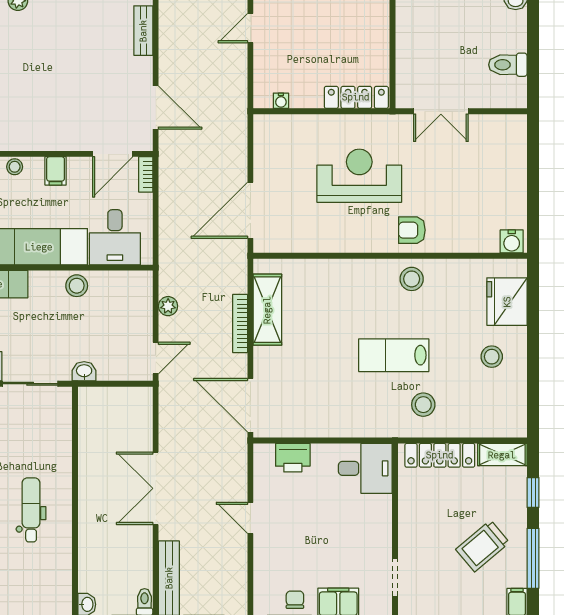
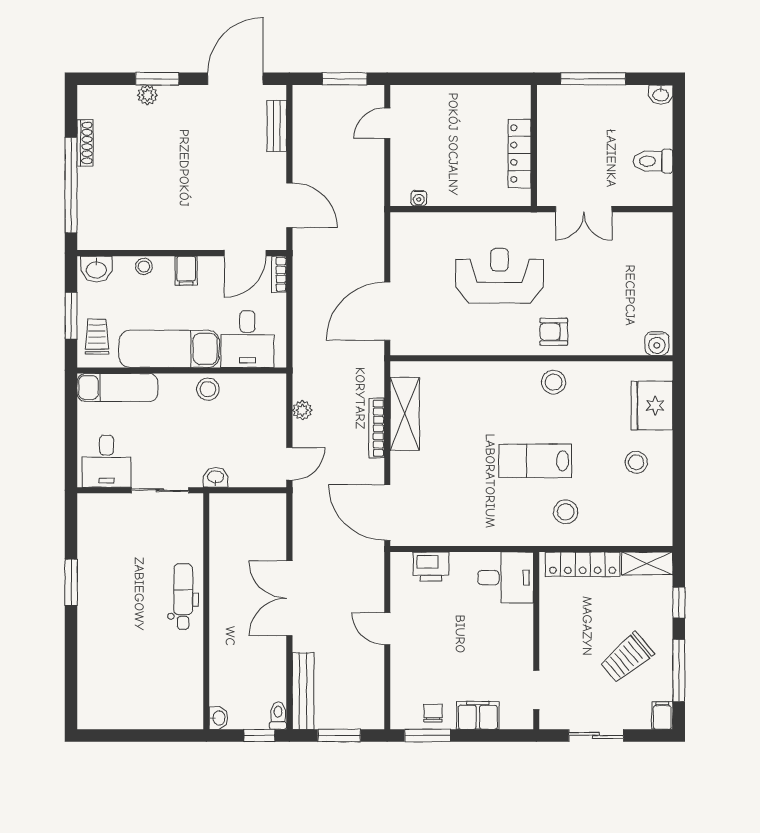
locker: (356, 97) -> (520, 154), moved, turned -90
dental chair: (31, 510) -> (183, 596), moved

